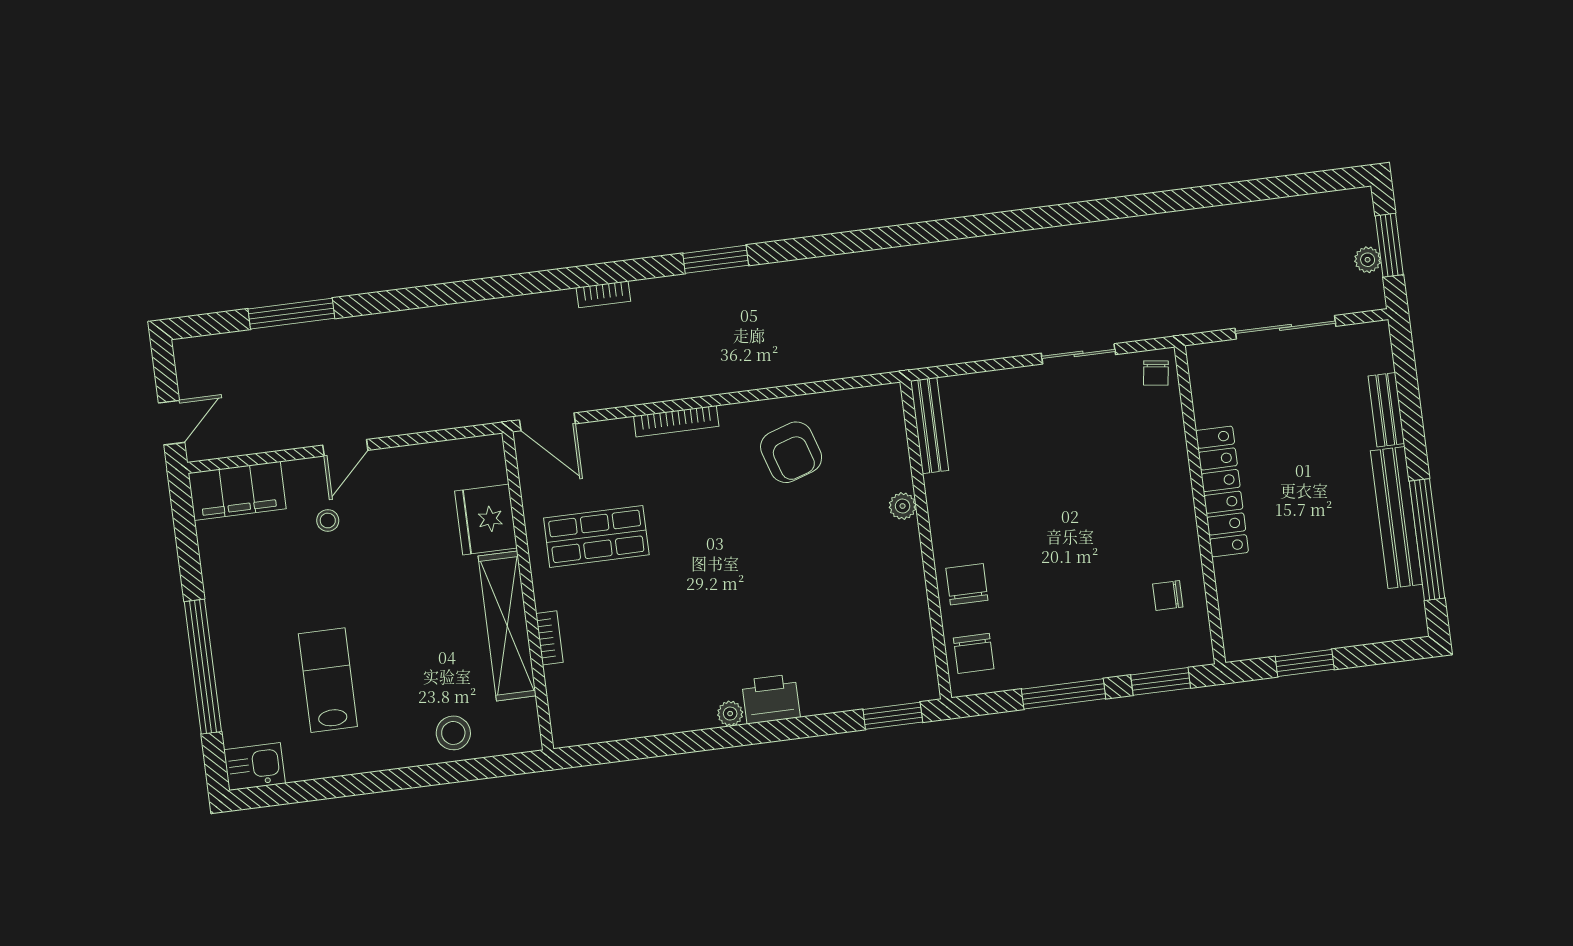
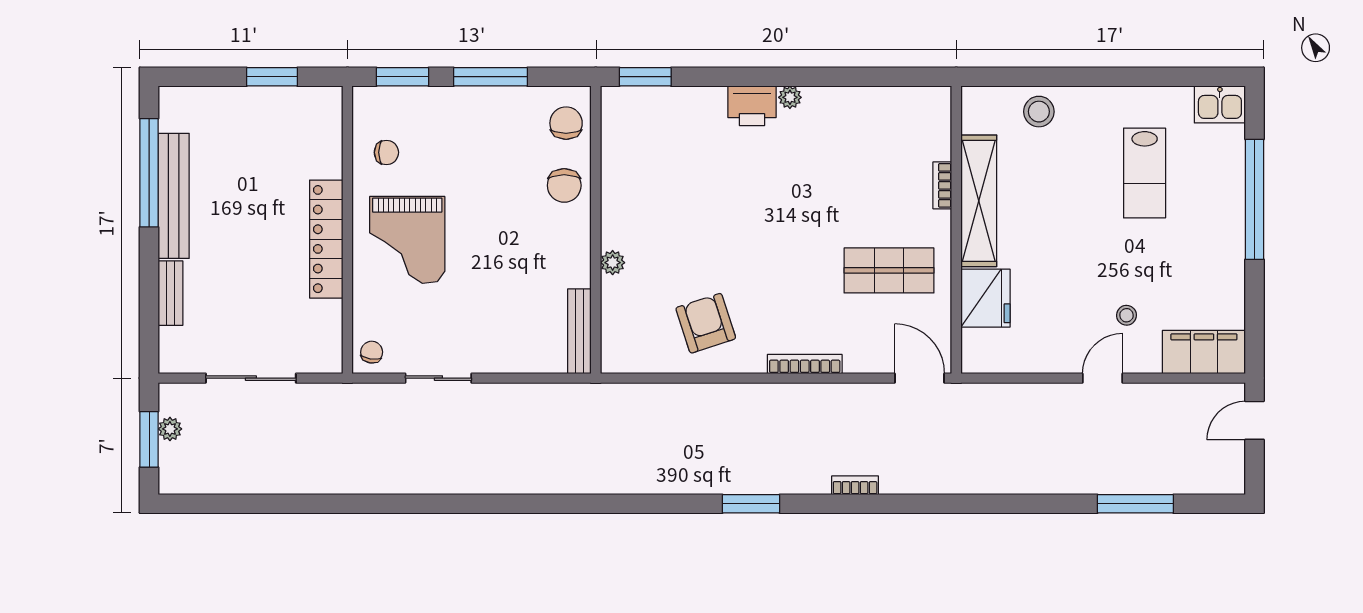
grand piano: (1132, 502) -> (407, 240), added

